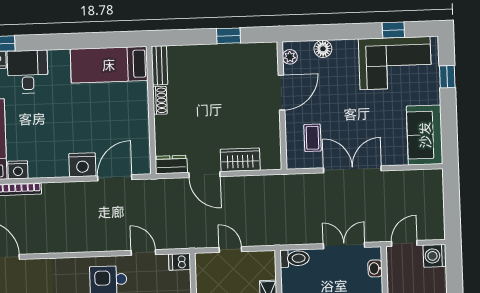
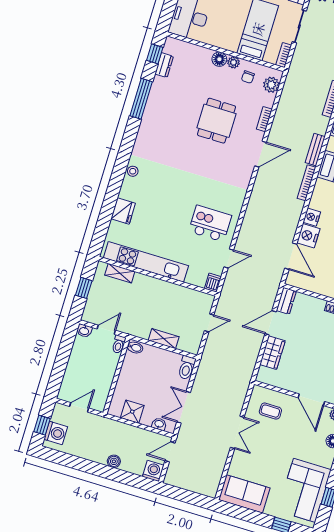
double door: (352, 169) -> (237, 432), width x0.73
nightstand: (18, 170) -> (312, 217), moved
door: (404, 243) -> (170, 452), swing flipped
double door: (344, 246) -> (184, 407), swing flipped

